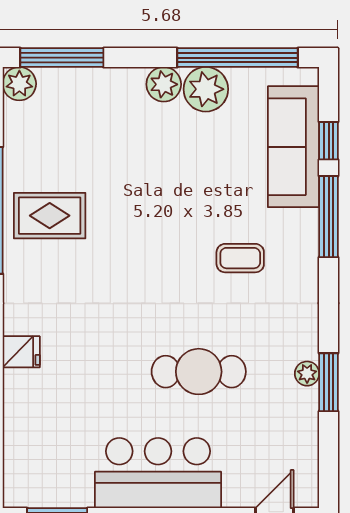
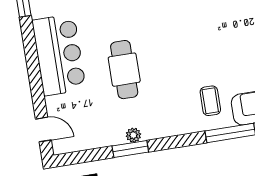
coffee table: (240, 258) -> (210, 101), moved

